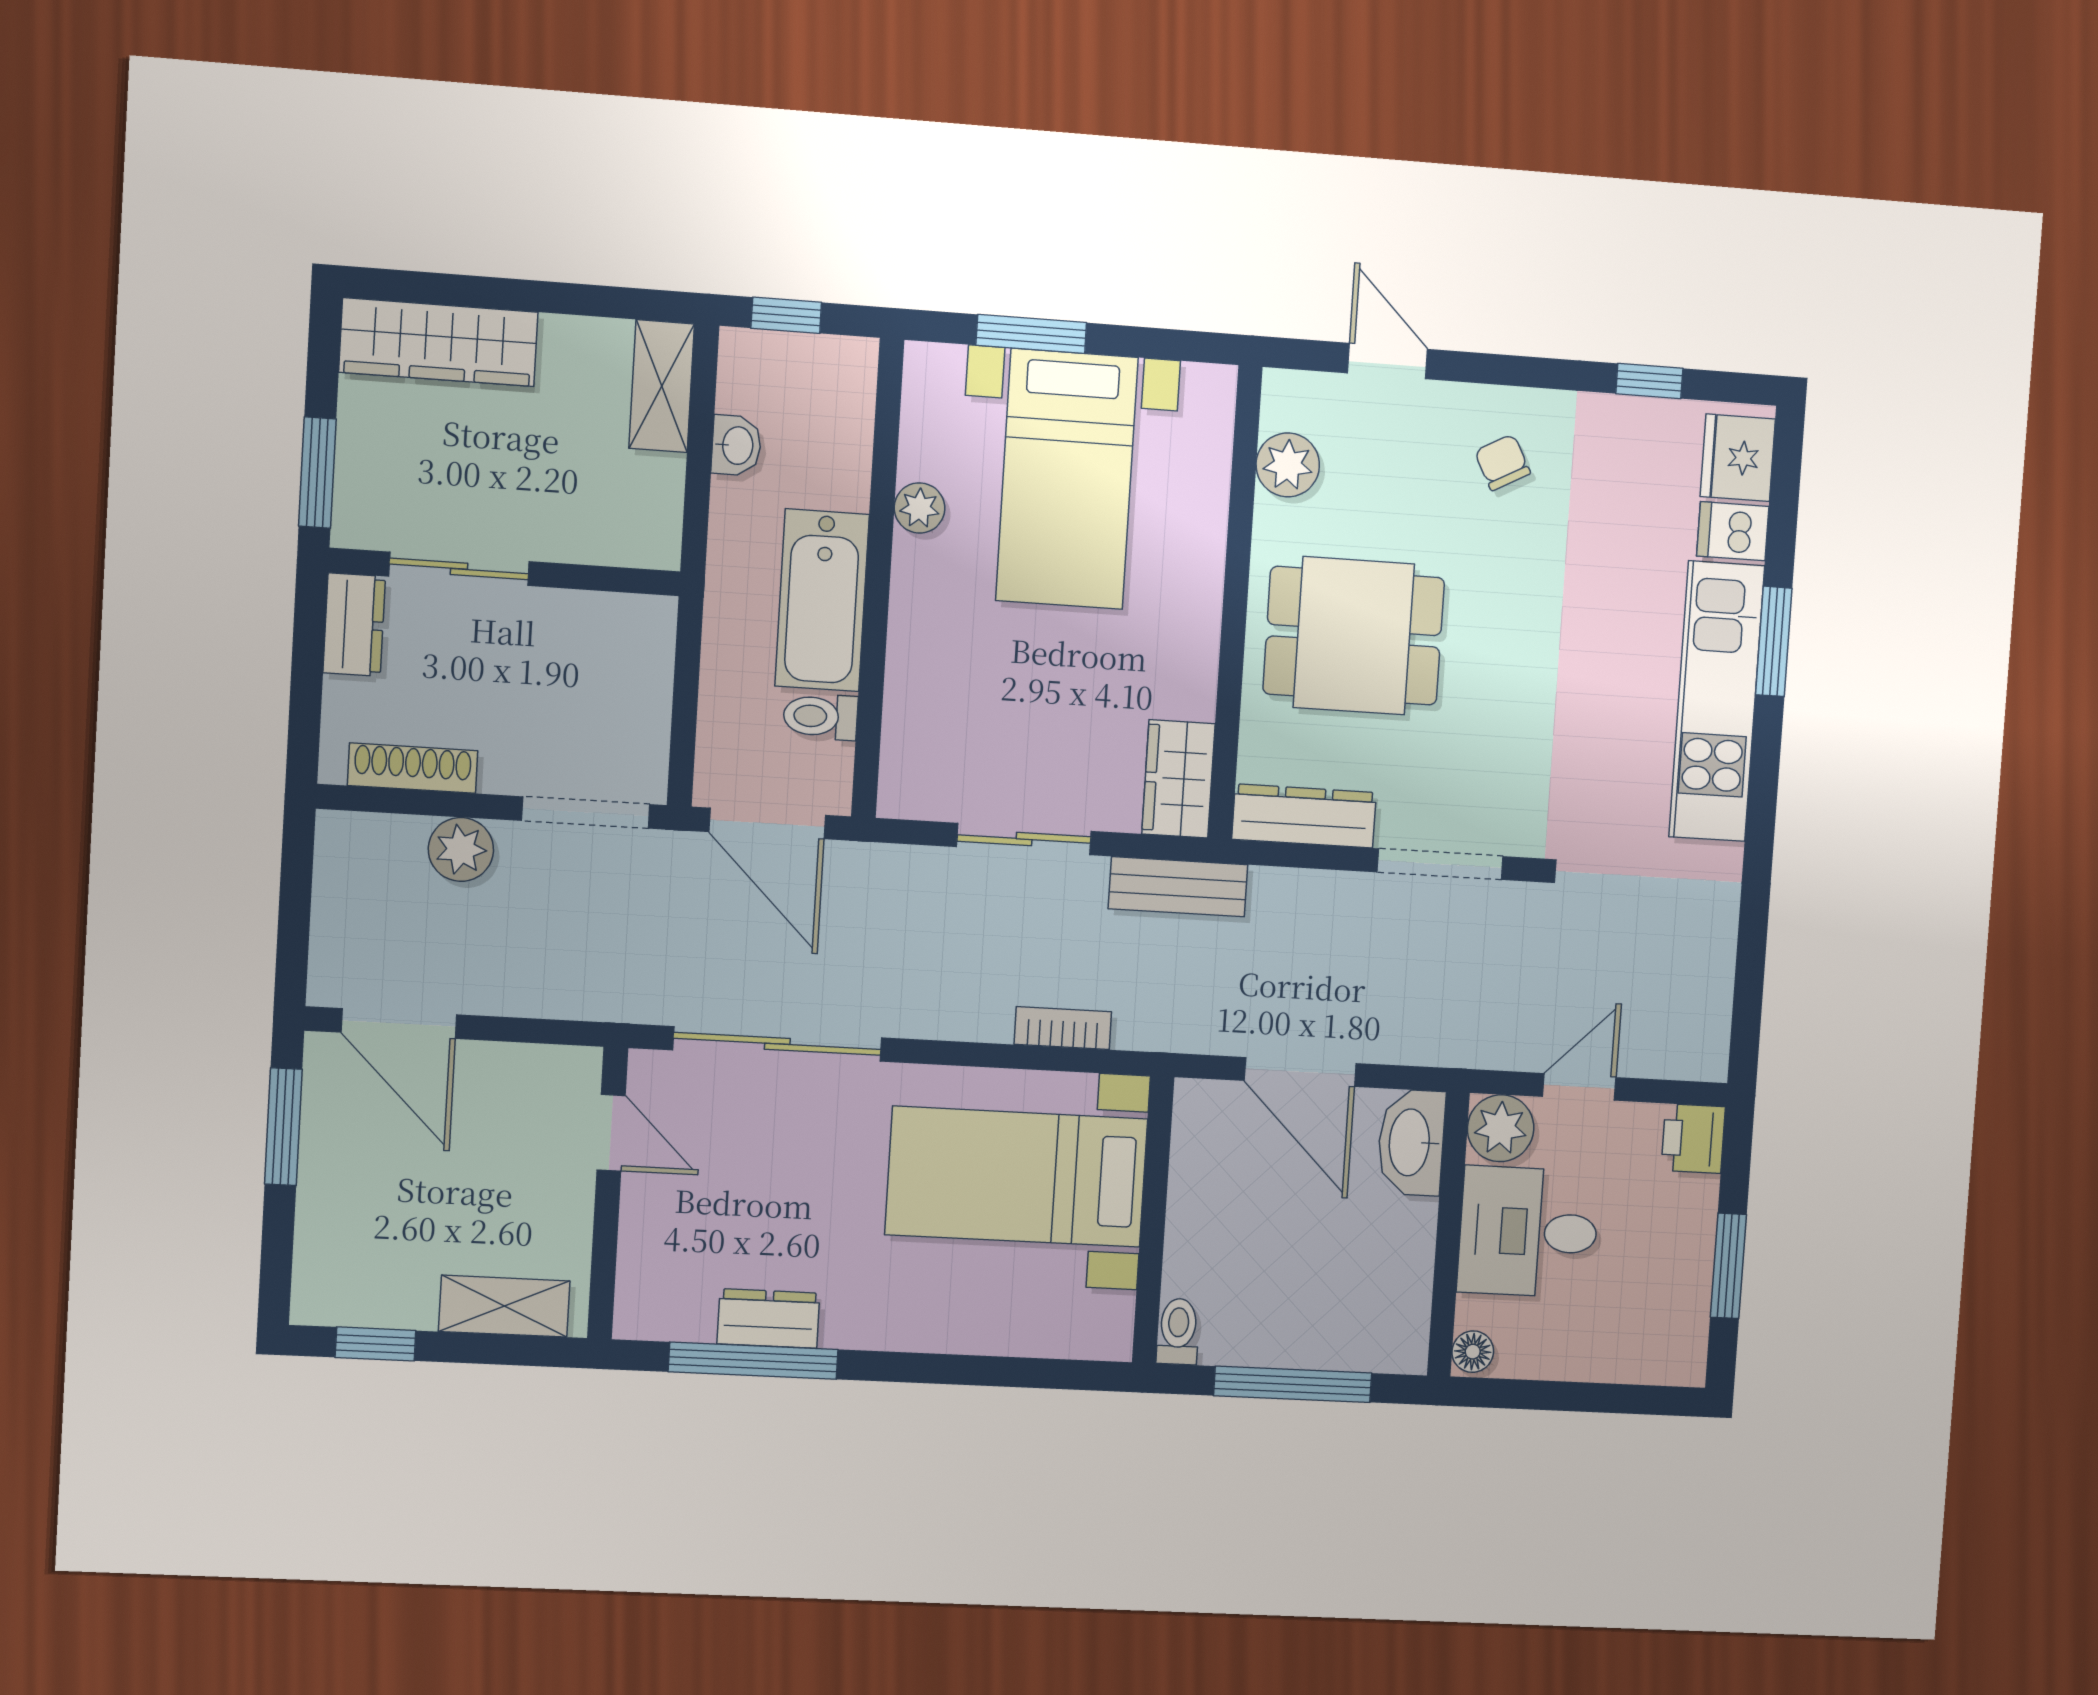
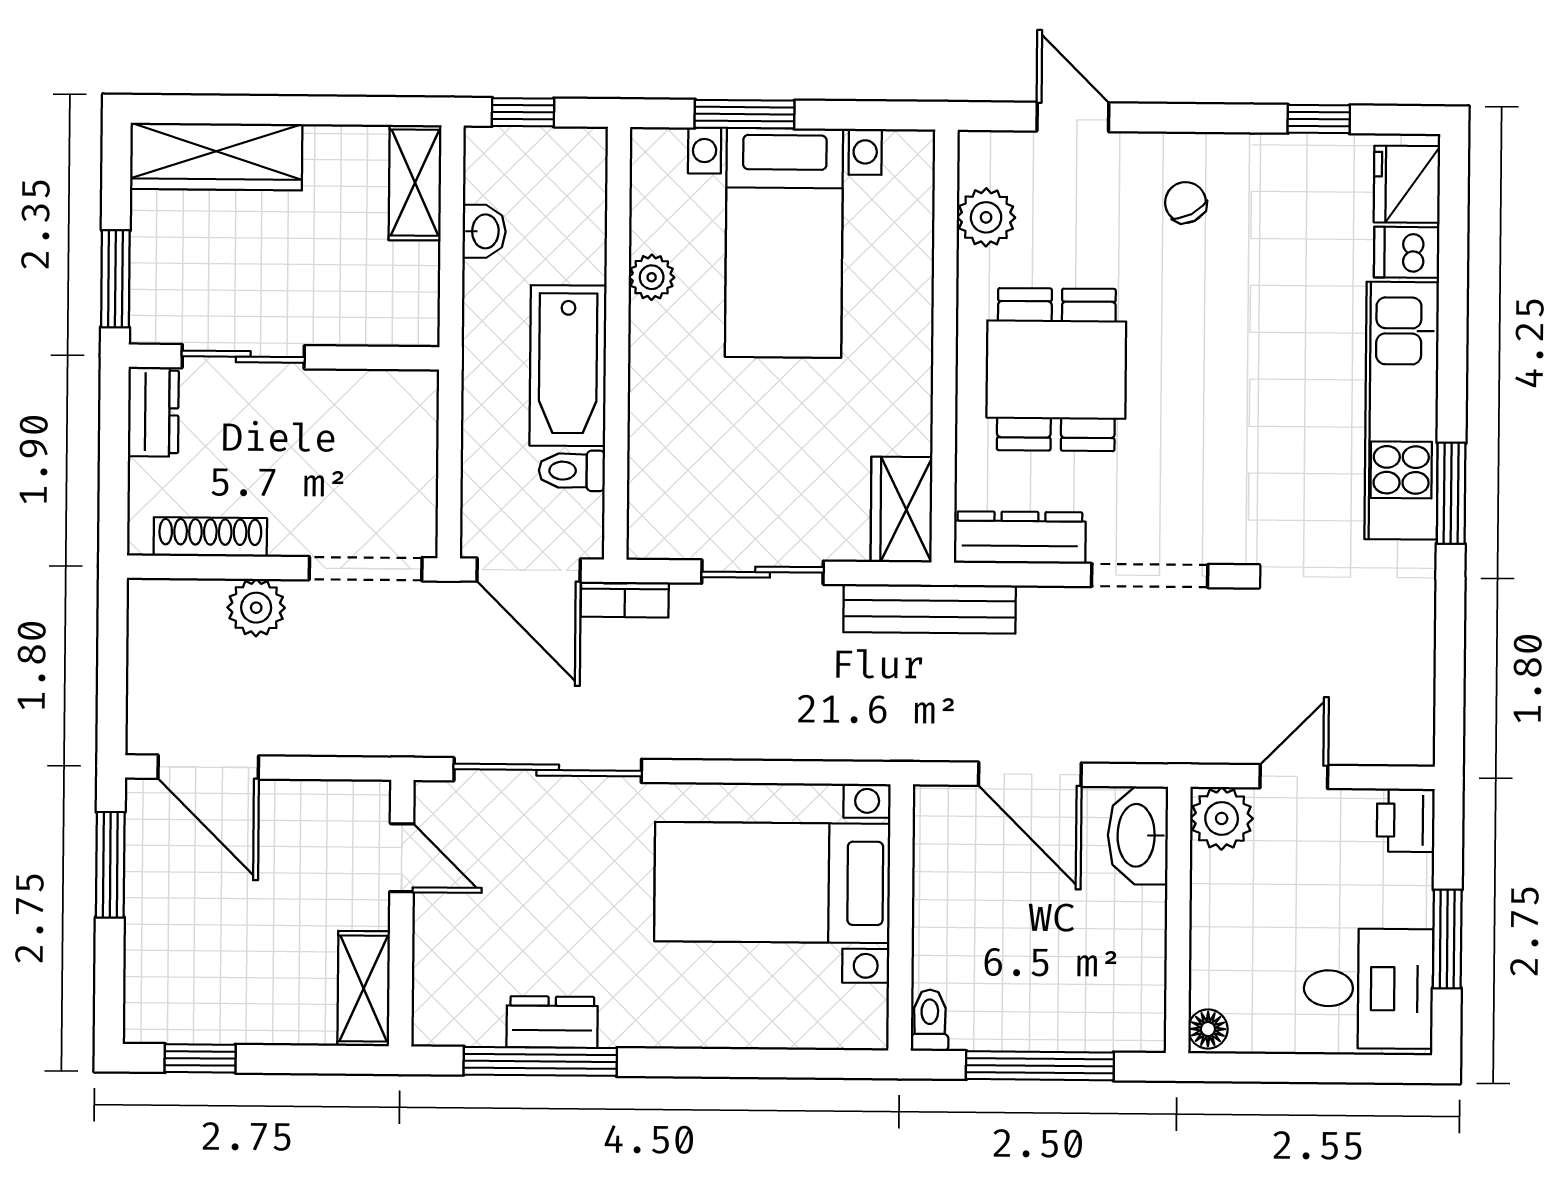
dining table: (1354, 636) -> (1056, 370), turned 90
window: (1774, 641) -> (1451, 493), moved
bench: (1178, 887) -> (930, 609), width x1.36
bookcase: (1063, 1028) -> (625, 600), moved, turned 180
desk: (1528, 1232) -> (1368, 989), moved, turned 180
shelving: (504, 1306) -> (364, 988), moved, turned 90

